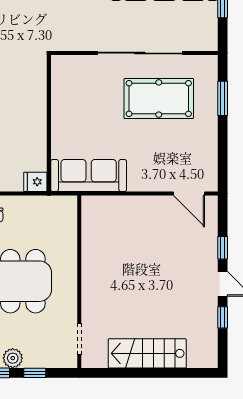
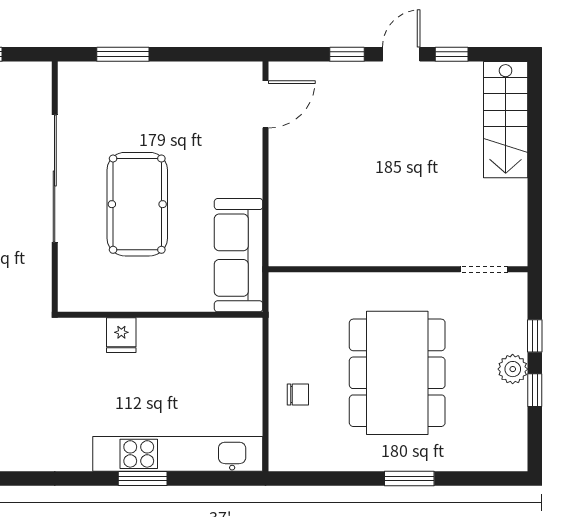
pool table: (159, 99) -> (137, 204), moved
fridge: (35, 182) -> (121, 335), moved
stairs: (147, 353) -> (506, 120), moved

